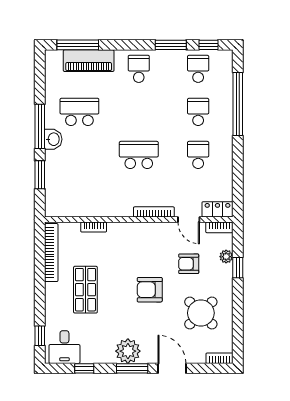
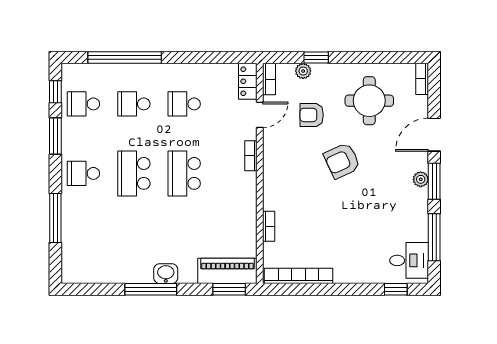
window: (78, 45) -> (55, 218), moved
piano: (89, 61) -> (227, 271), moved, turned -90
school desk: (79, 112) -> (134, 173), moved
window: (40, 175) -> (229, 289), moved
bookcase: (154, 212) -> (251, 156), width x0.64
armchair: (189, 264) -> (312, 115), turned 90
shop shelf: (85, 290) -> (342, 236), removed
armchair: (150, 290) -> (342, 161), turned 65
round table: (201, 313) -> (369, 101), turned 45
plant: (128, 351) -> (421, 179), width x0.53, depth x0.53
window: (84, 368) -> (434, 237), width x2.17

